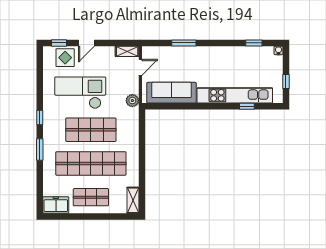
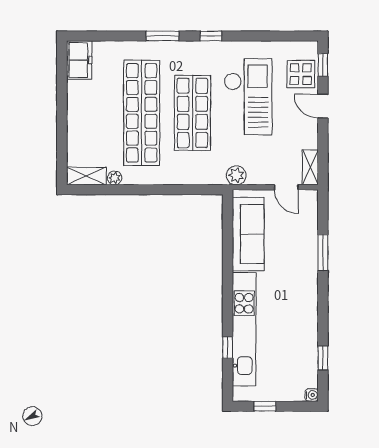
plant: (134, 181) -> (115, 178), added
shop shelf: (91, 197) -> (91, 113), removed

